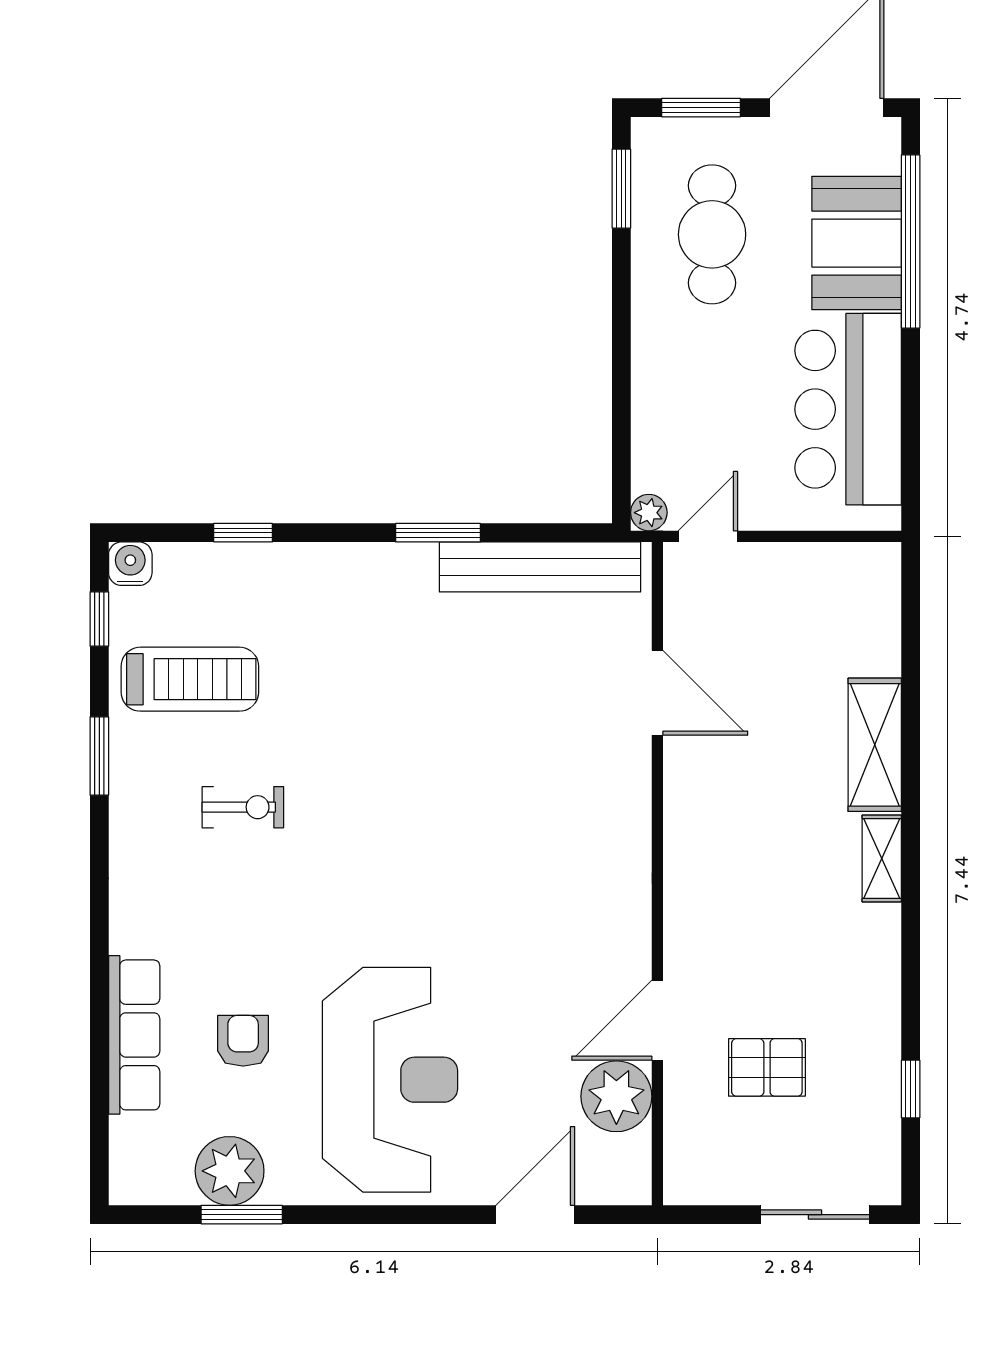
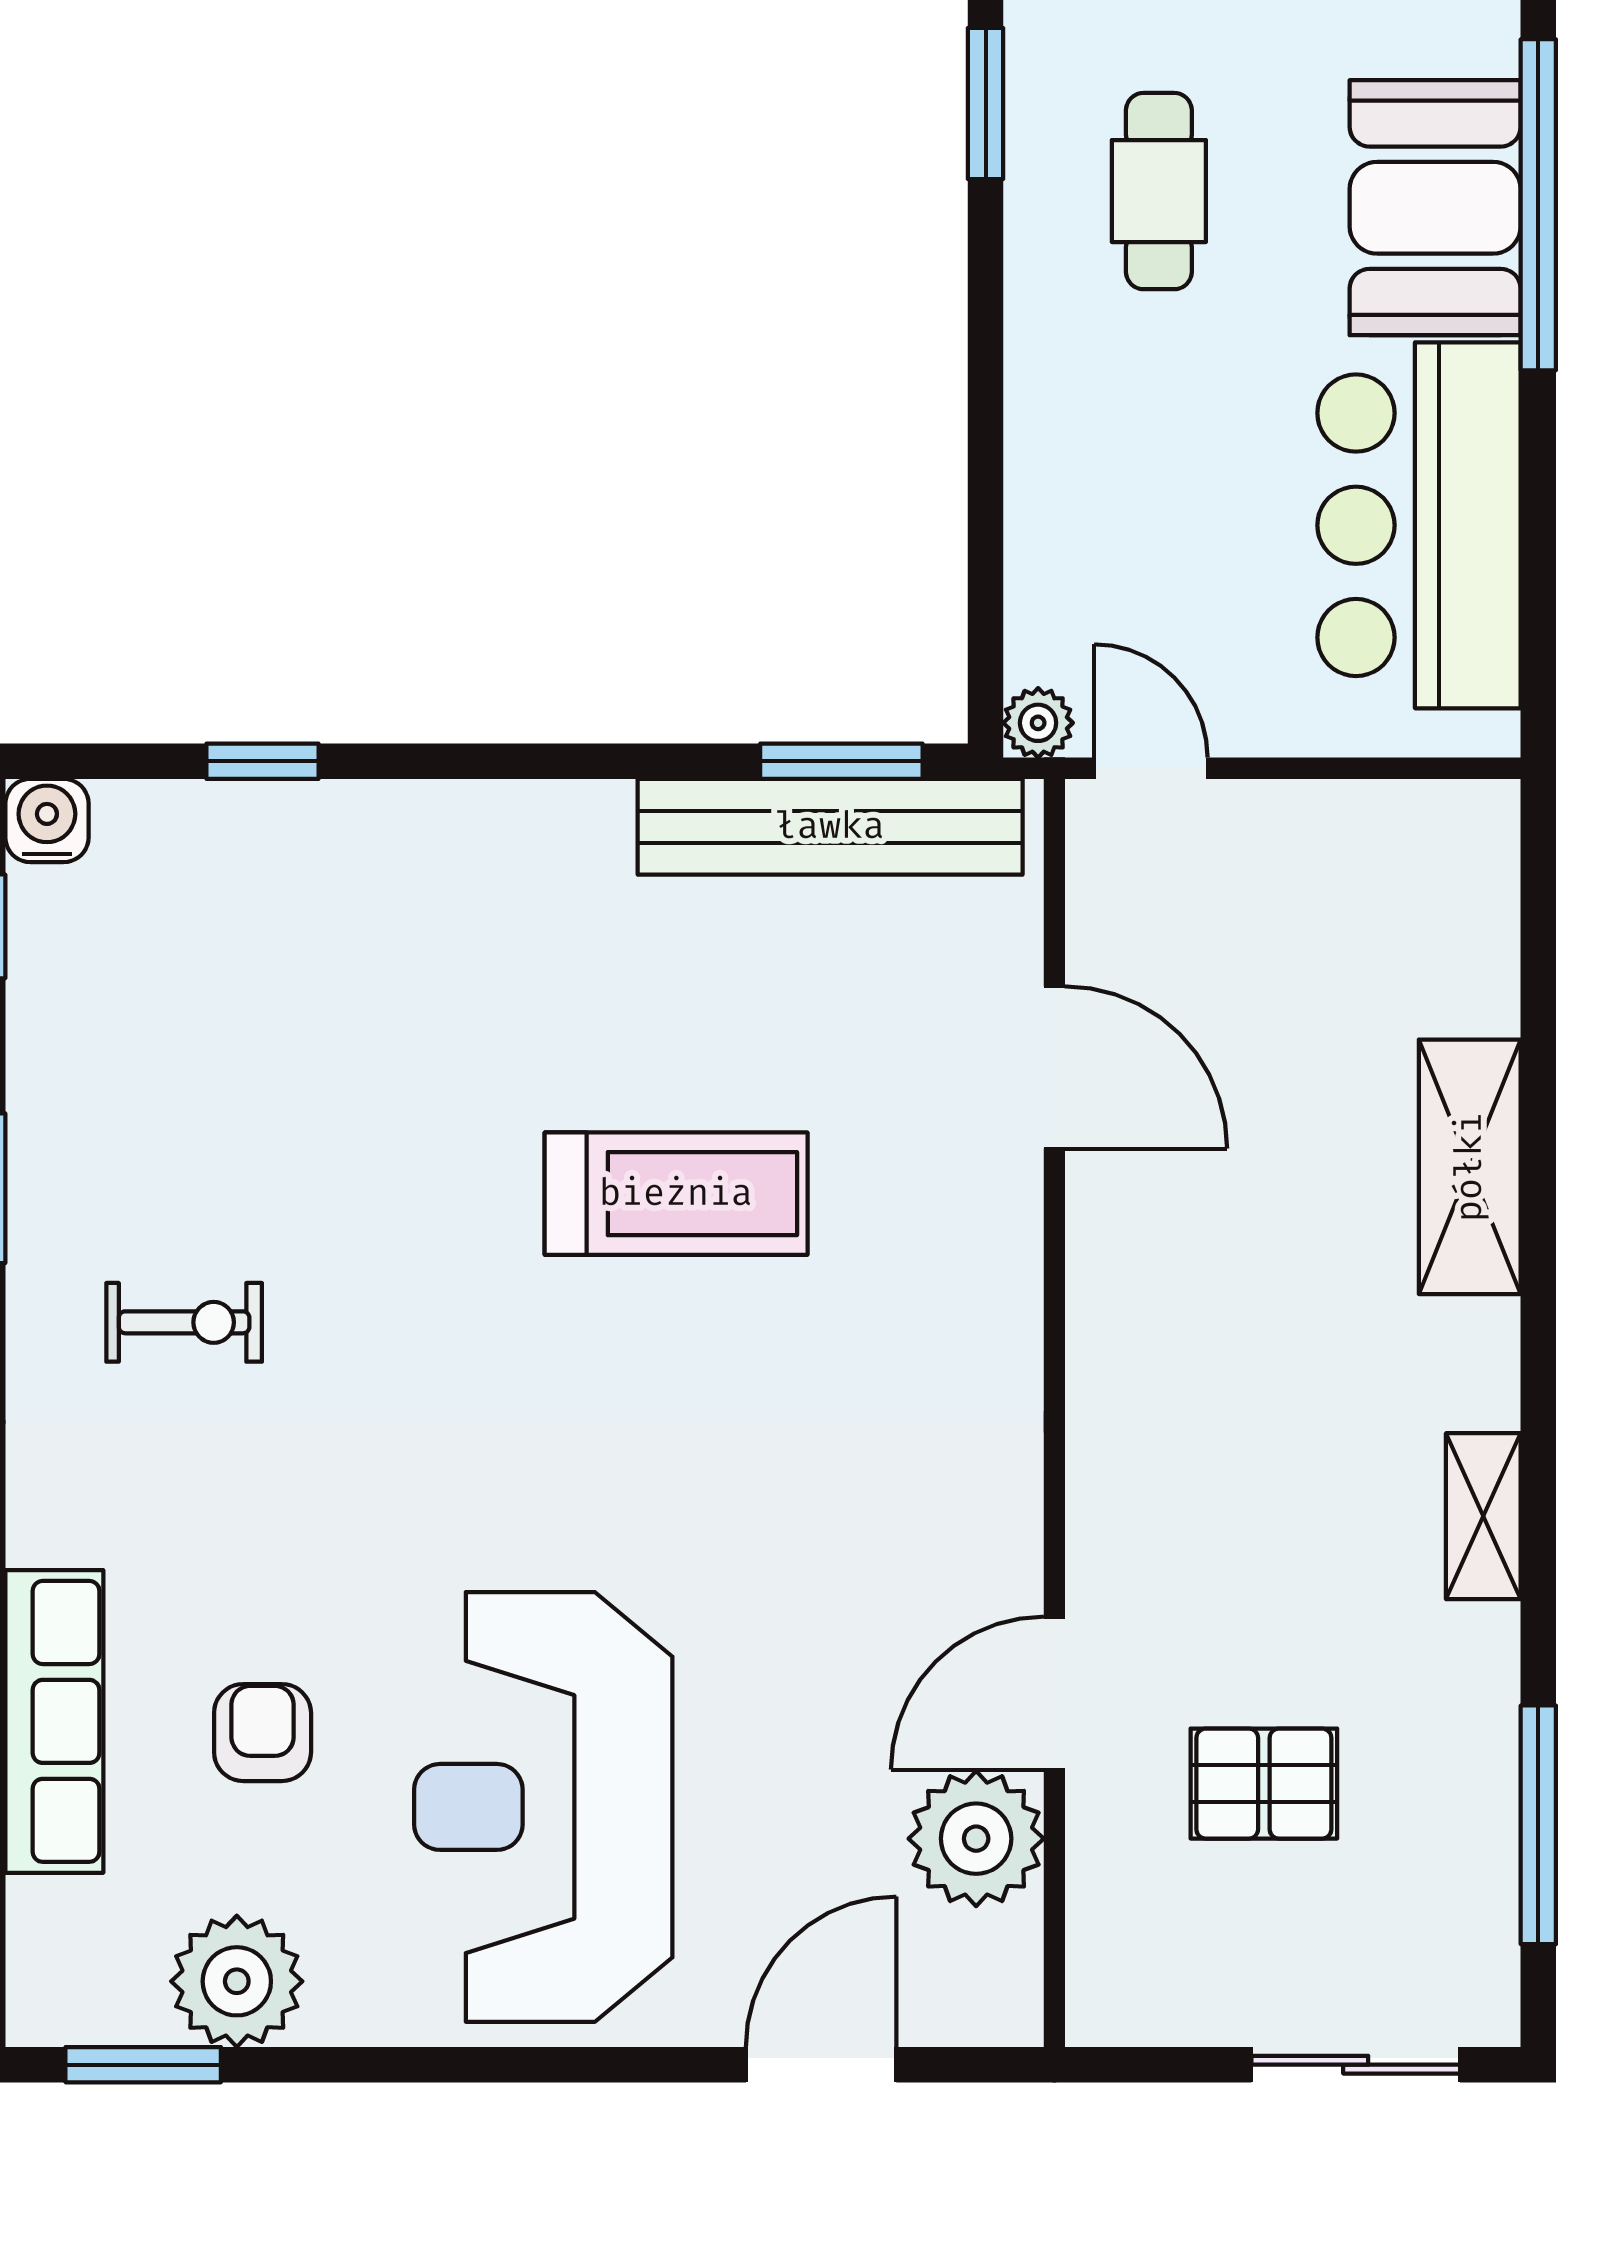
cafe table: (712, 234) -> (1159, 191), width x0.73, depth x0.74
window: (438, 533) -> (841, 761), moved
door: (708, 536) -> (1151, 768), hinge flipped
treadmill: (190, 679) -> (676, 1194), moved
exercise bike: (243, 807) -> (184, 1322), moved
shelving: (882, 858) -> (1483, 1516), moved
reception desk: (390, 1080) -> (543, 1807), turned 180
window: (911, 1089) -> (1538, 1825), width x2.17
window: (242, 1215) -> (143, 2065), moved

